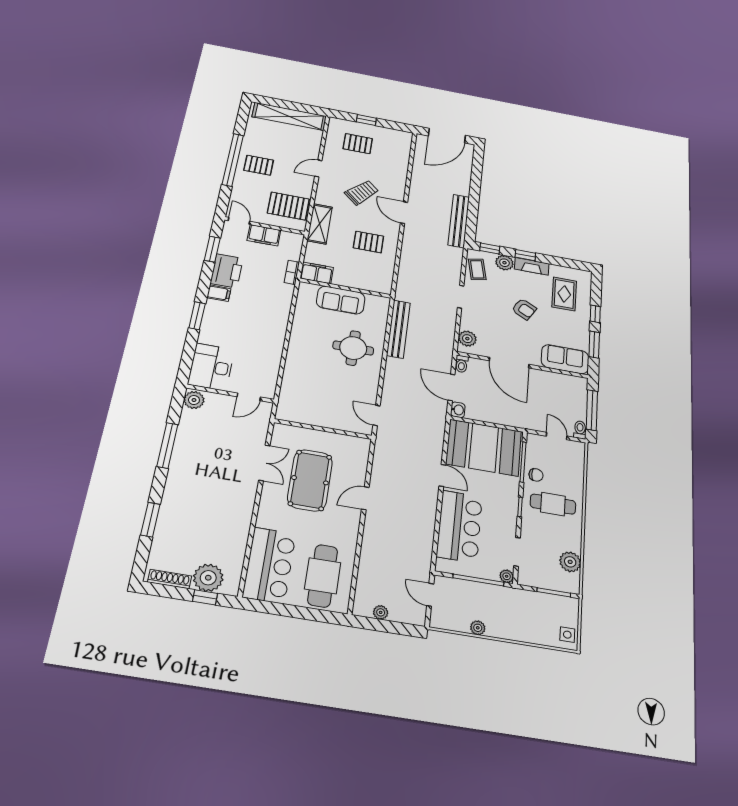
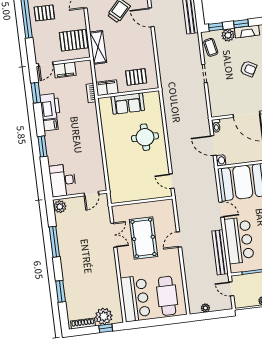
door: (239, 221) -> (46, 64), swing flipped
pallet: (369, 242) -> (136, 77), moved
bench: (398, 329) -> (220, 252), moved
plant: (467, 339) -> (216, 105), removed

